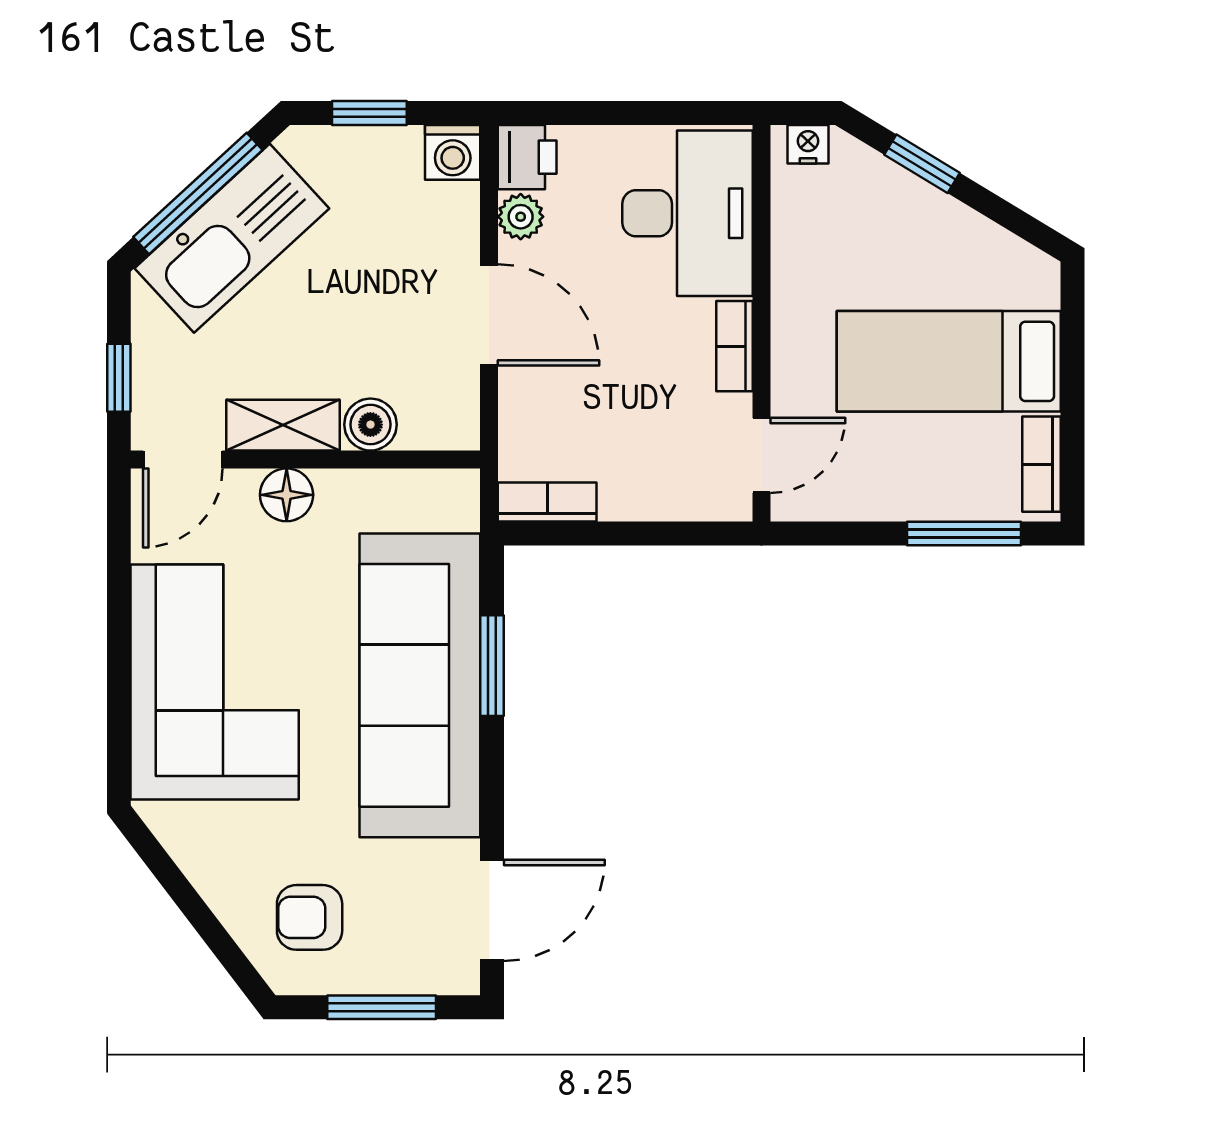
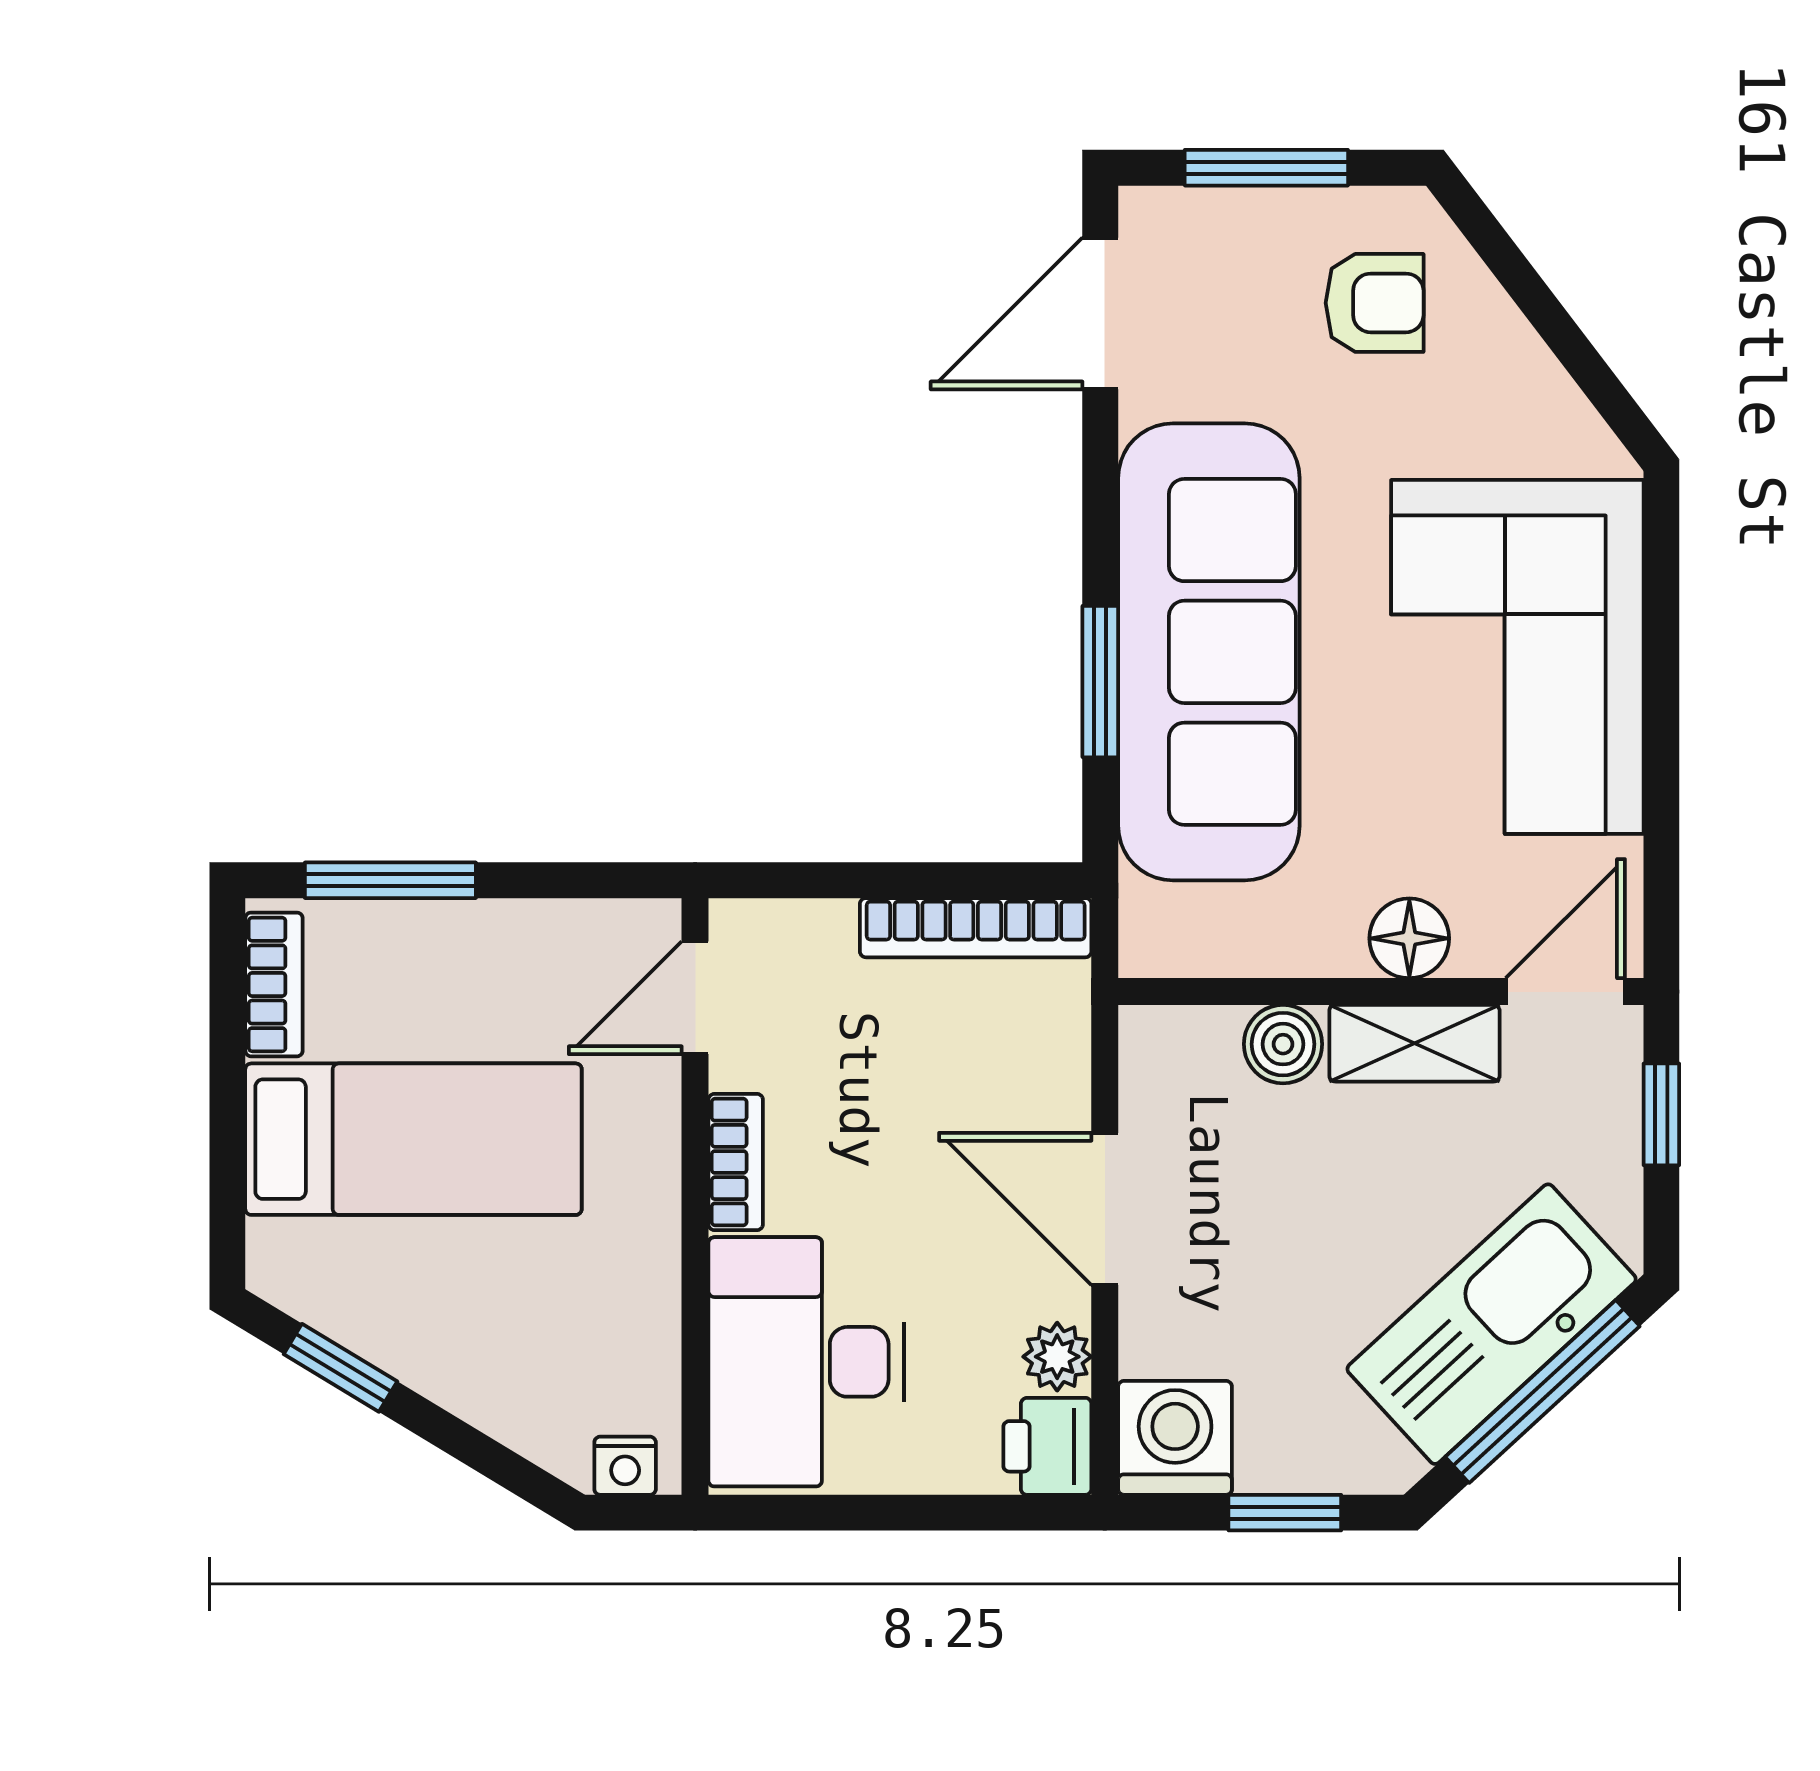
washing machine: (453, 152) -> (1175, 1438), width x1.38, depth x1.38
window: (922, 164) -> (340, 1368), moved
bookcase: (547, 502) -> (976, 928), width x1.56

